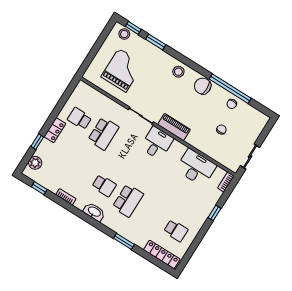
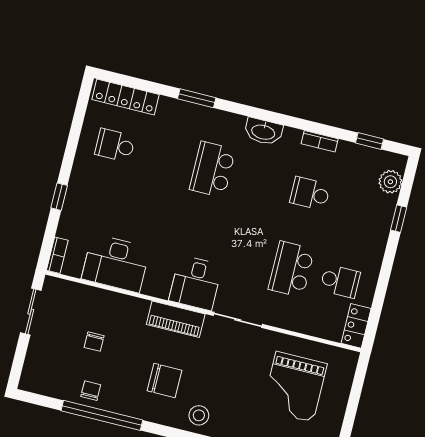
chair: (203, 86) -> (165, 380), moved
locker: (55, 130) -> (356, 326), moved
school desk: (104, 186) -> (310, 194), moved

